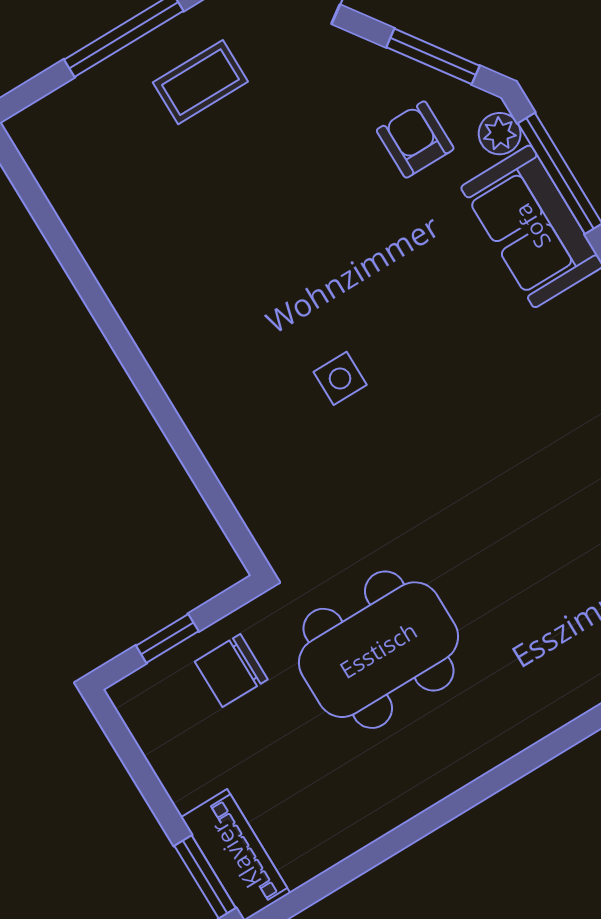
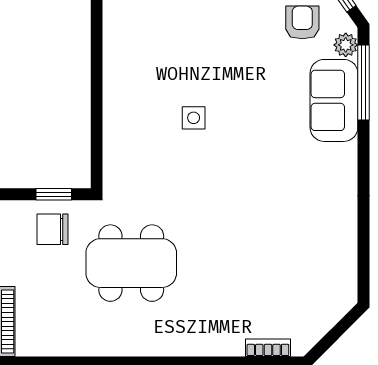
window: (167, 638) -> (54, 194), moved

